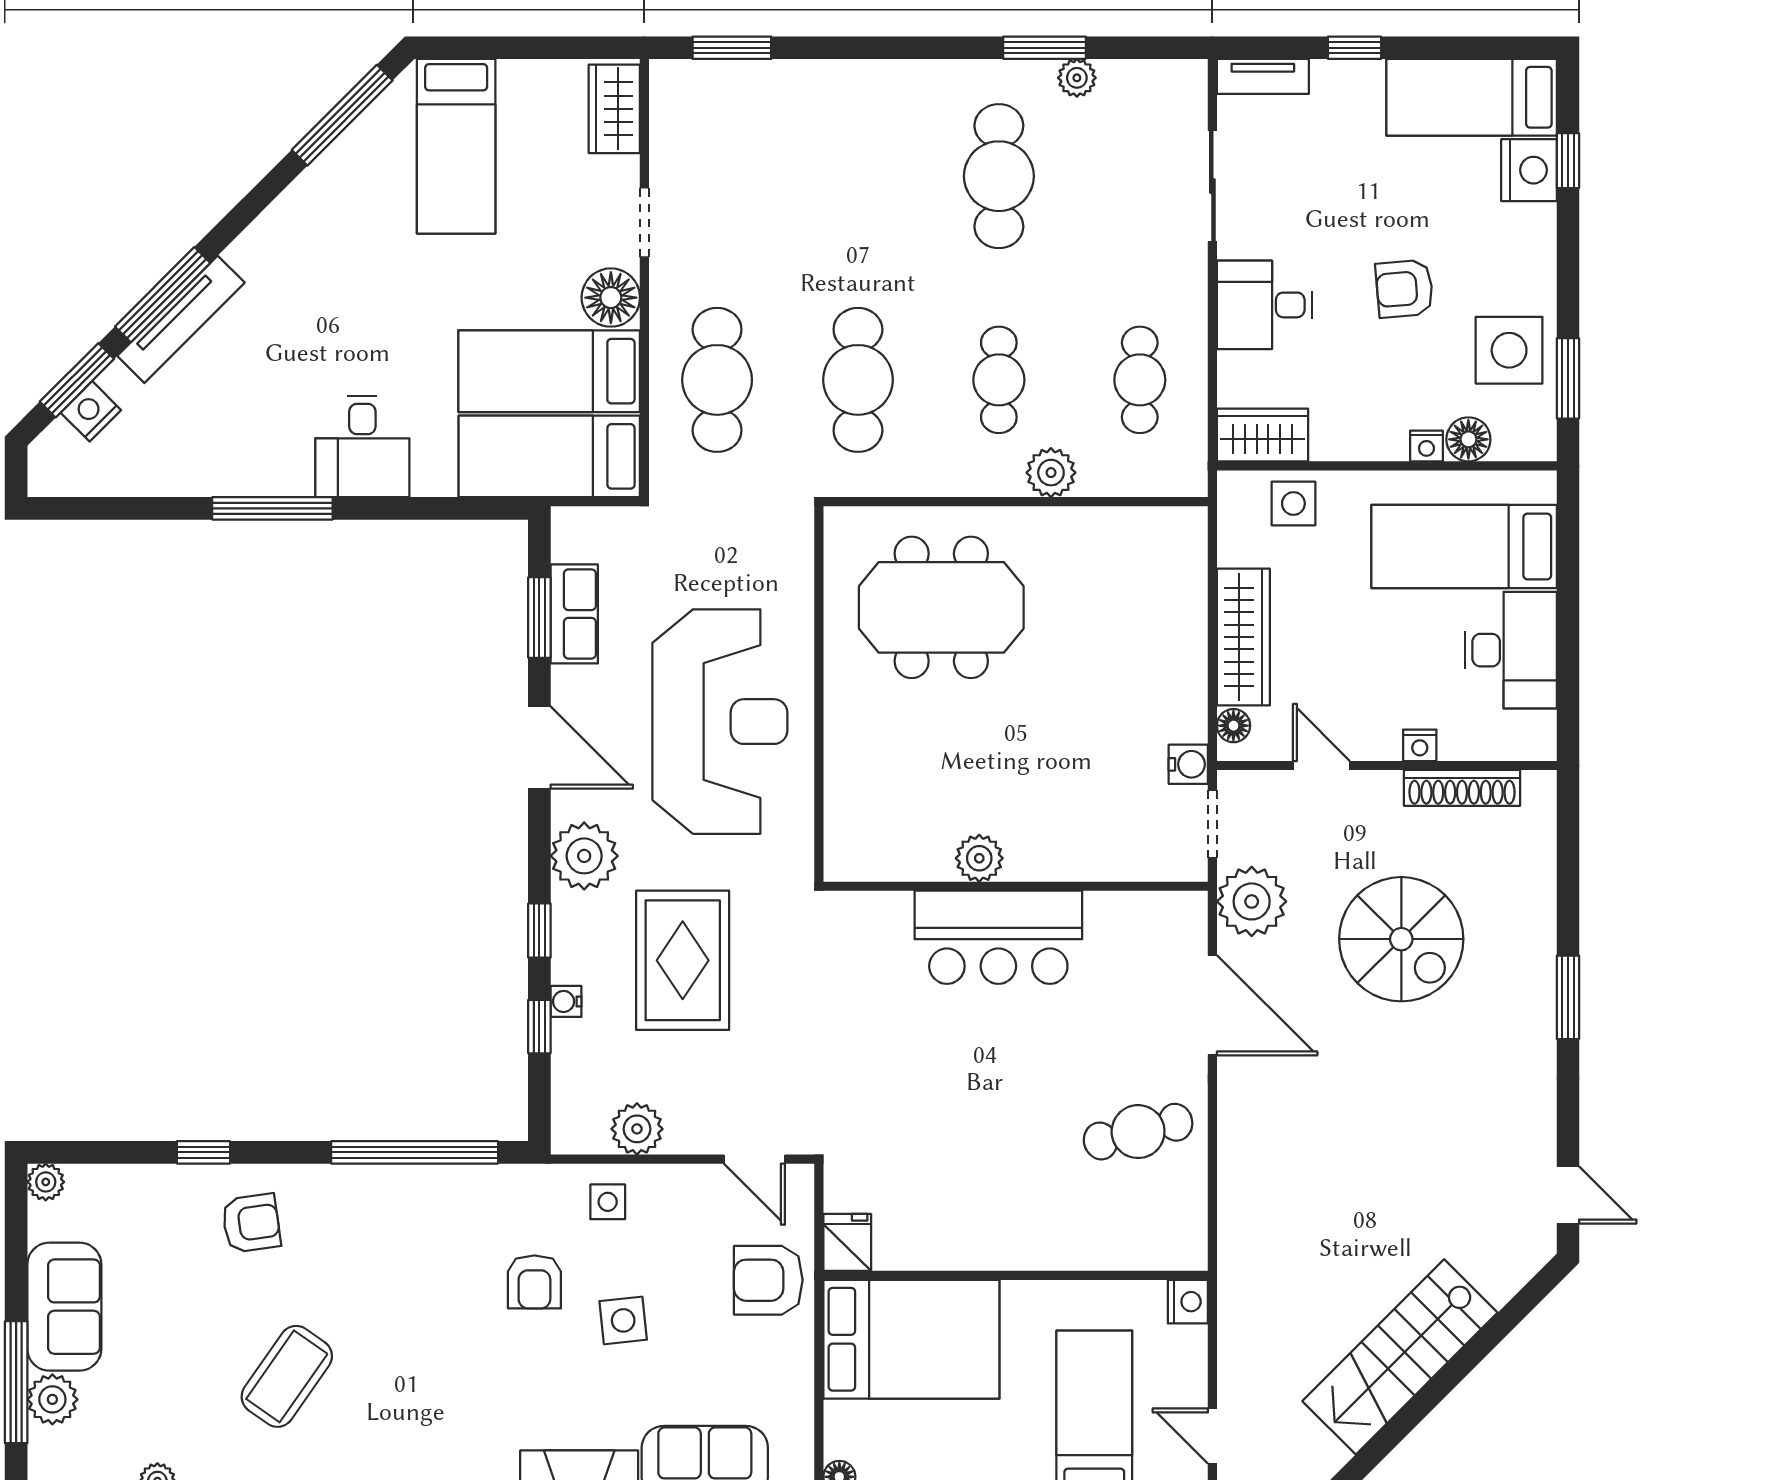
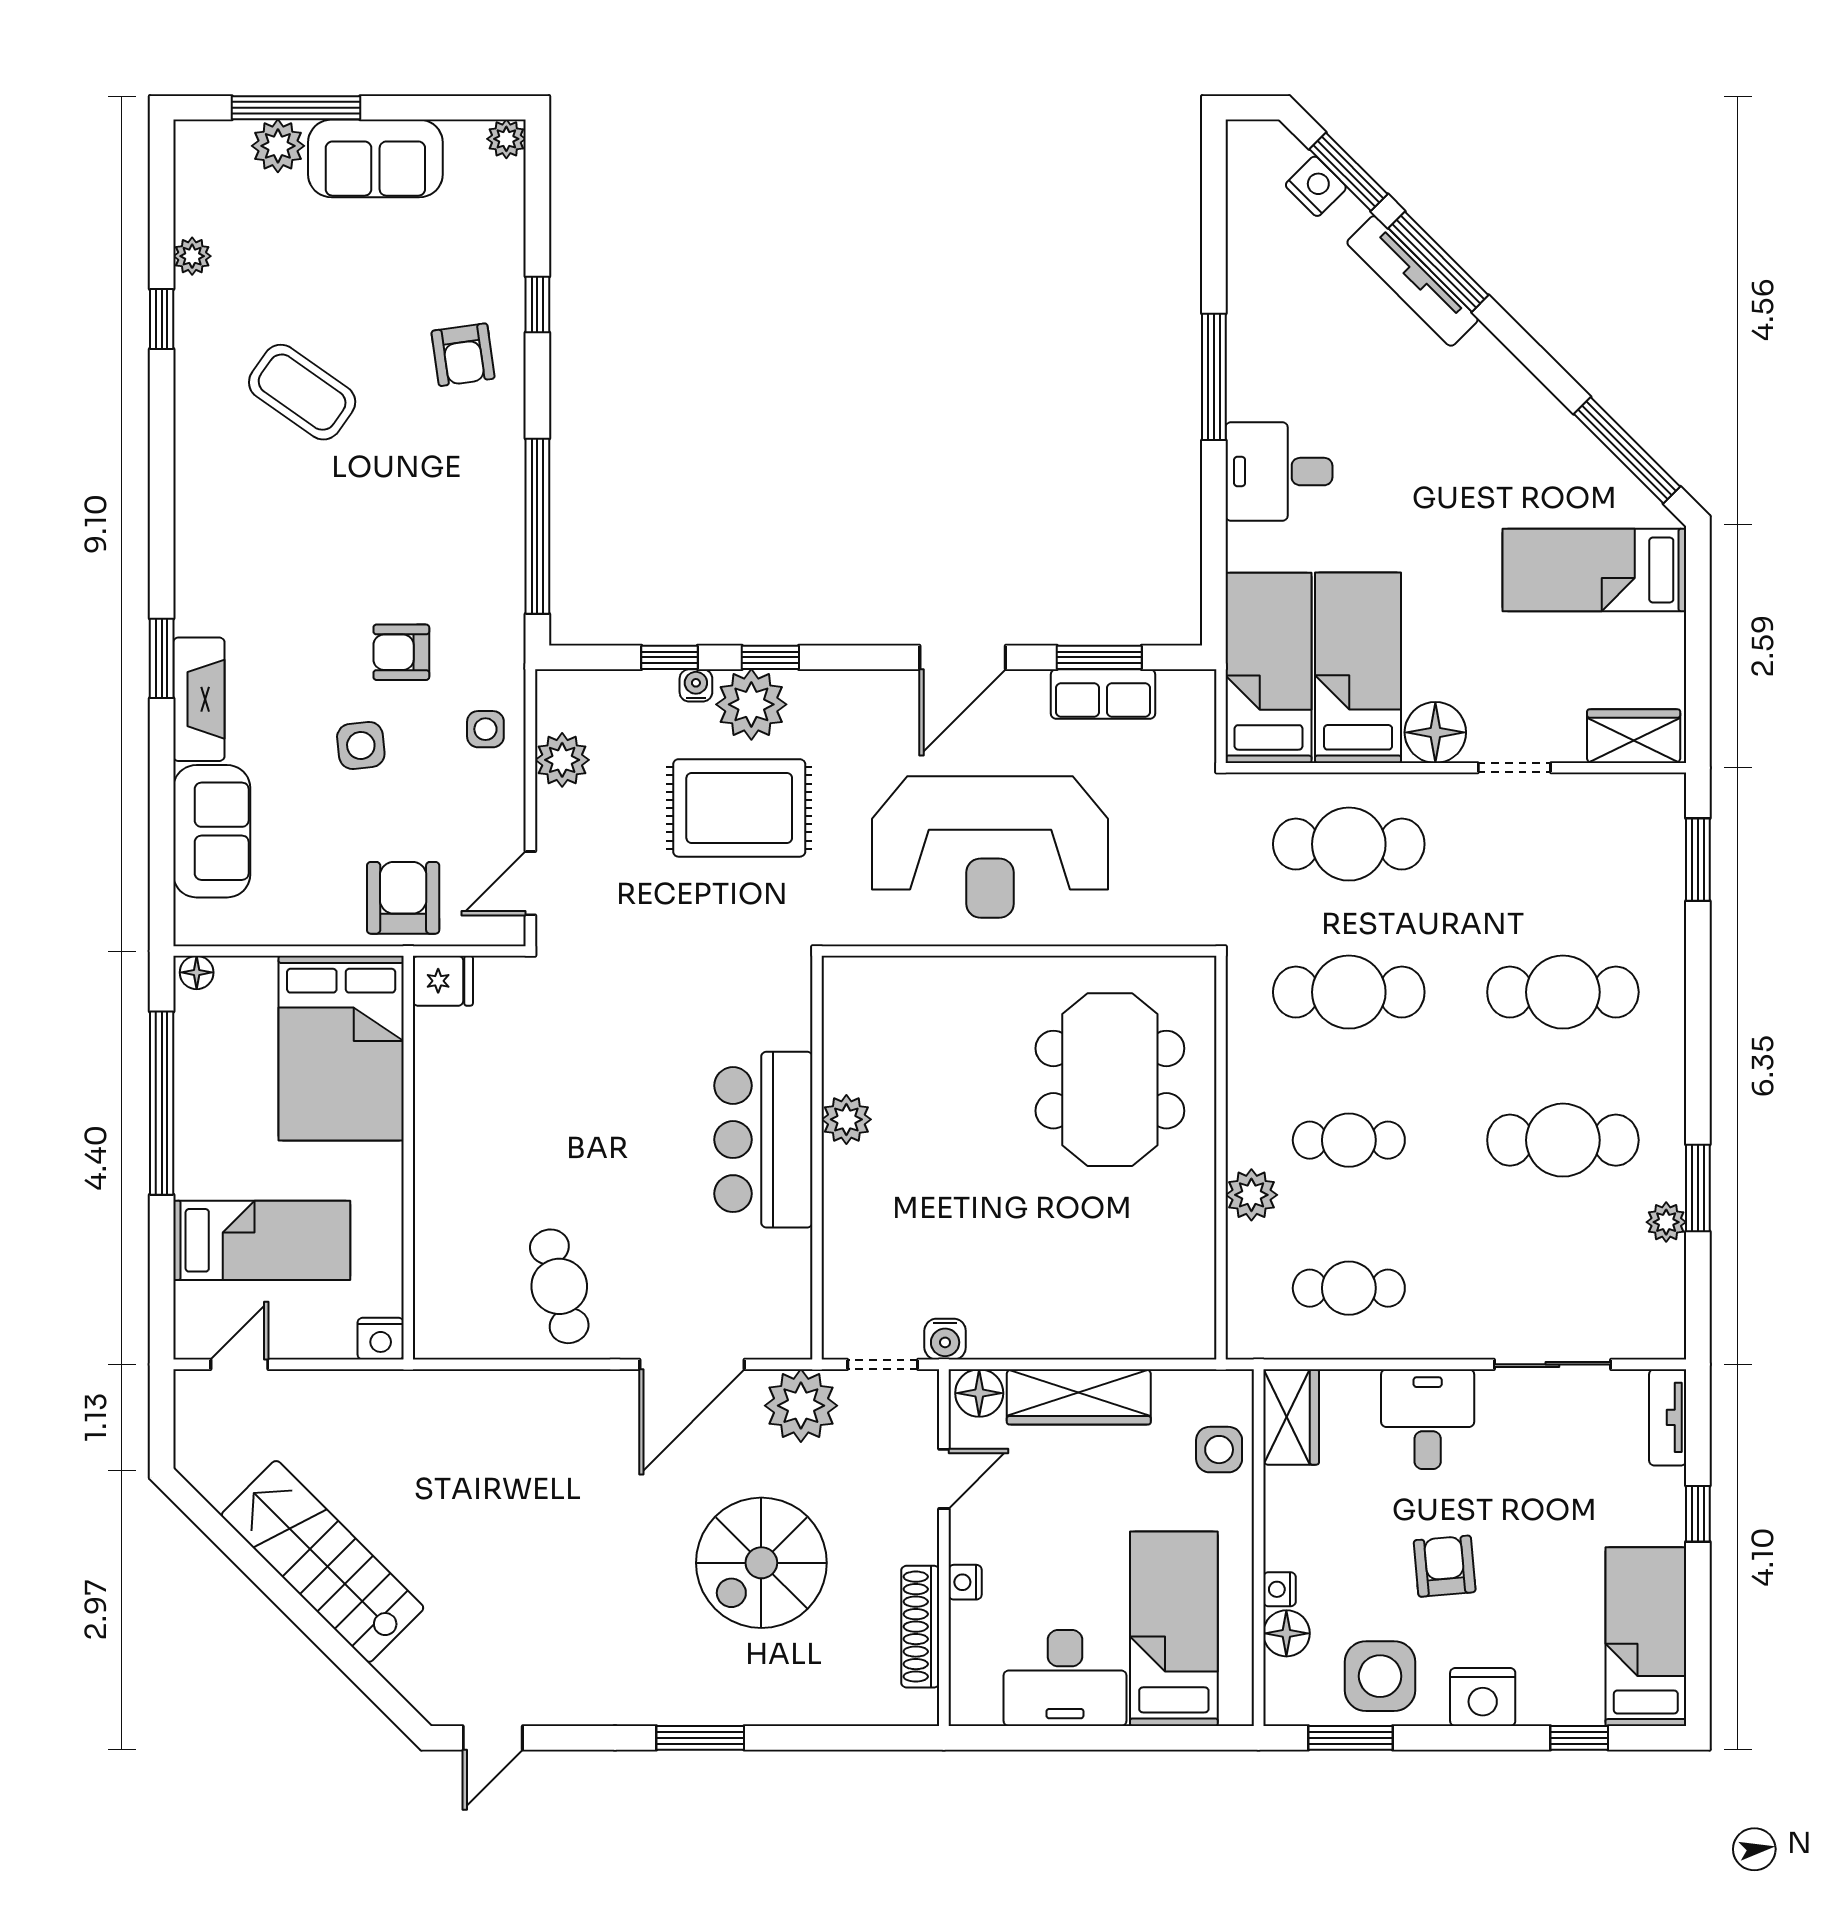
nightstand: (1529, 170) -> (1483, 1697), moved
cafe table: (858, 176) -> (1563, 992), added
floor lamp: (1233, 726) -> (979, 1393), width x1.37, depth x1.37
plant: (584, 856) -> (751, 704), moved

